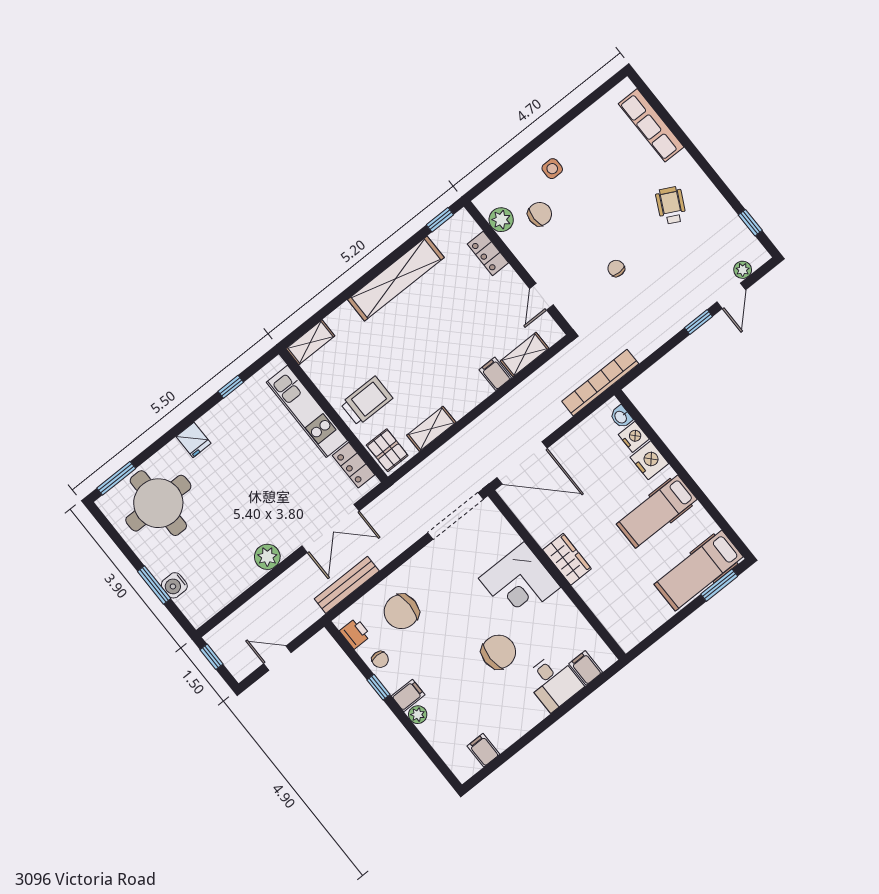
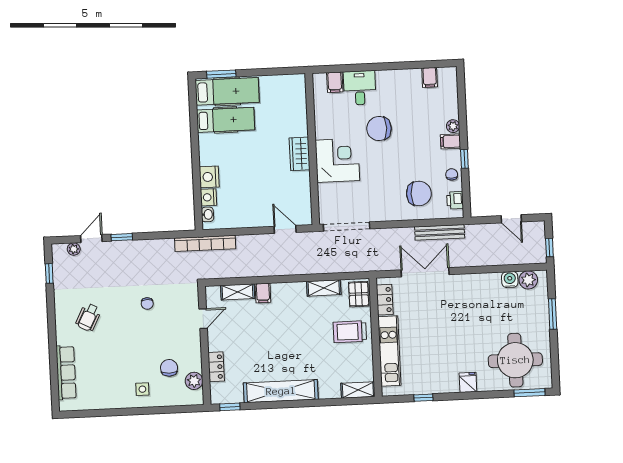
chair: (540, 214) -> (169, 368), turned 90
door: (522, 463) -> (285, 229), width x0.53
hospital bed: (657, 512) -> (226, 120), moved
plant: (267, 557) -> (528, 280), moved
water cooler: (174, 585) -> (510, 280), moved, turned -90

